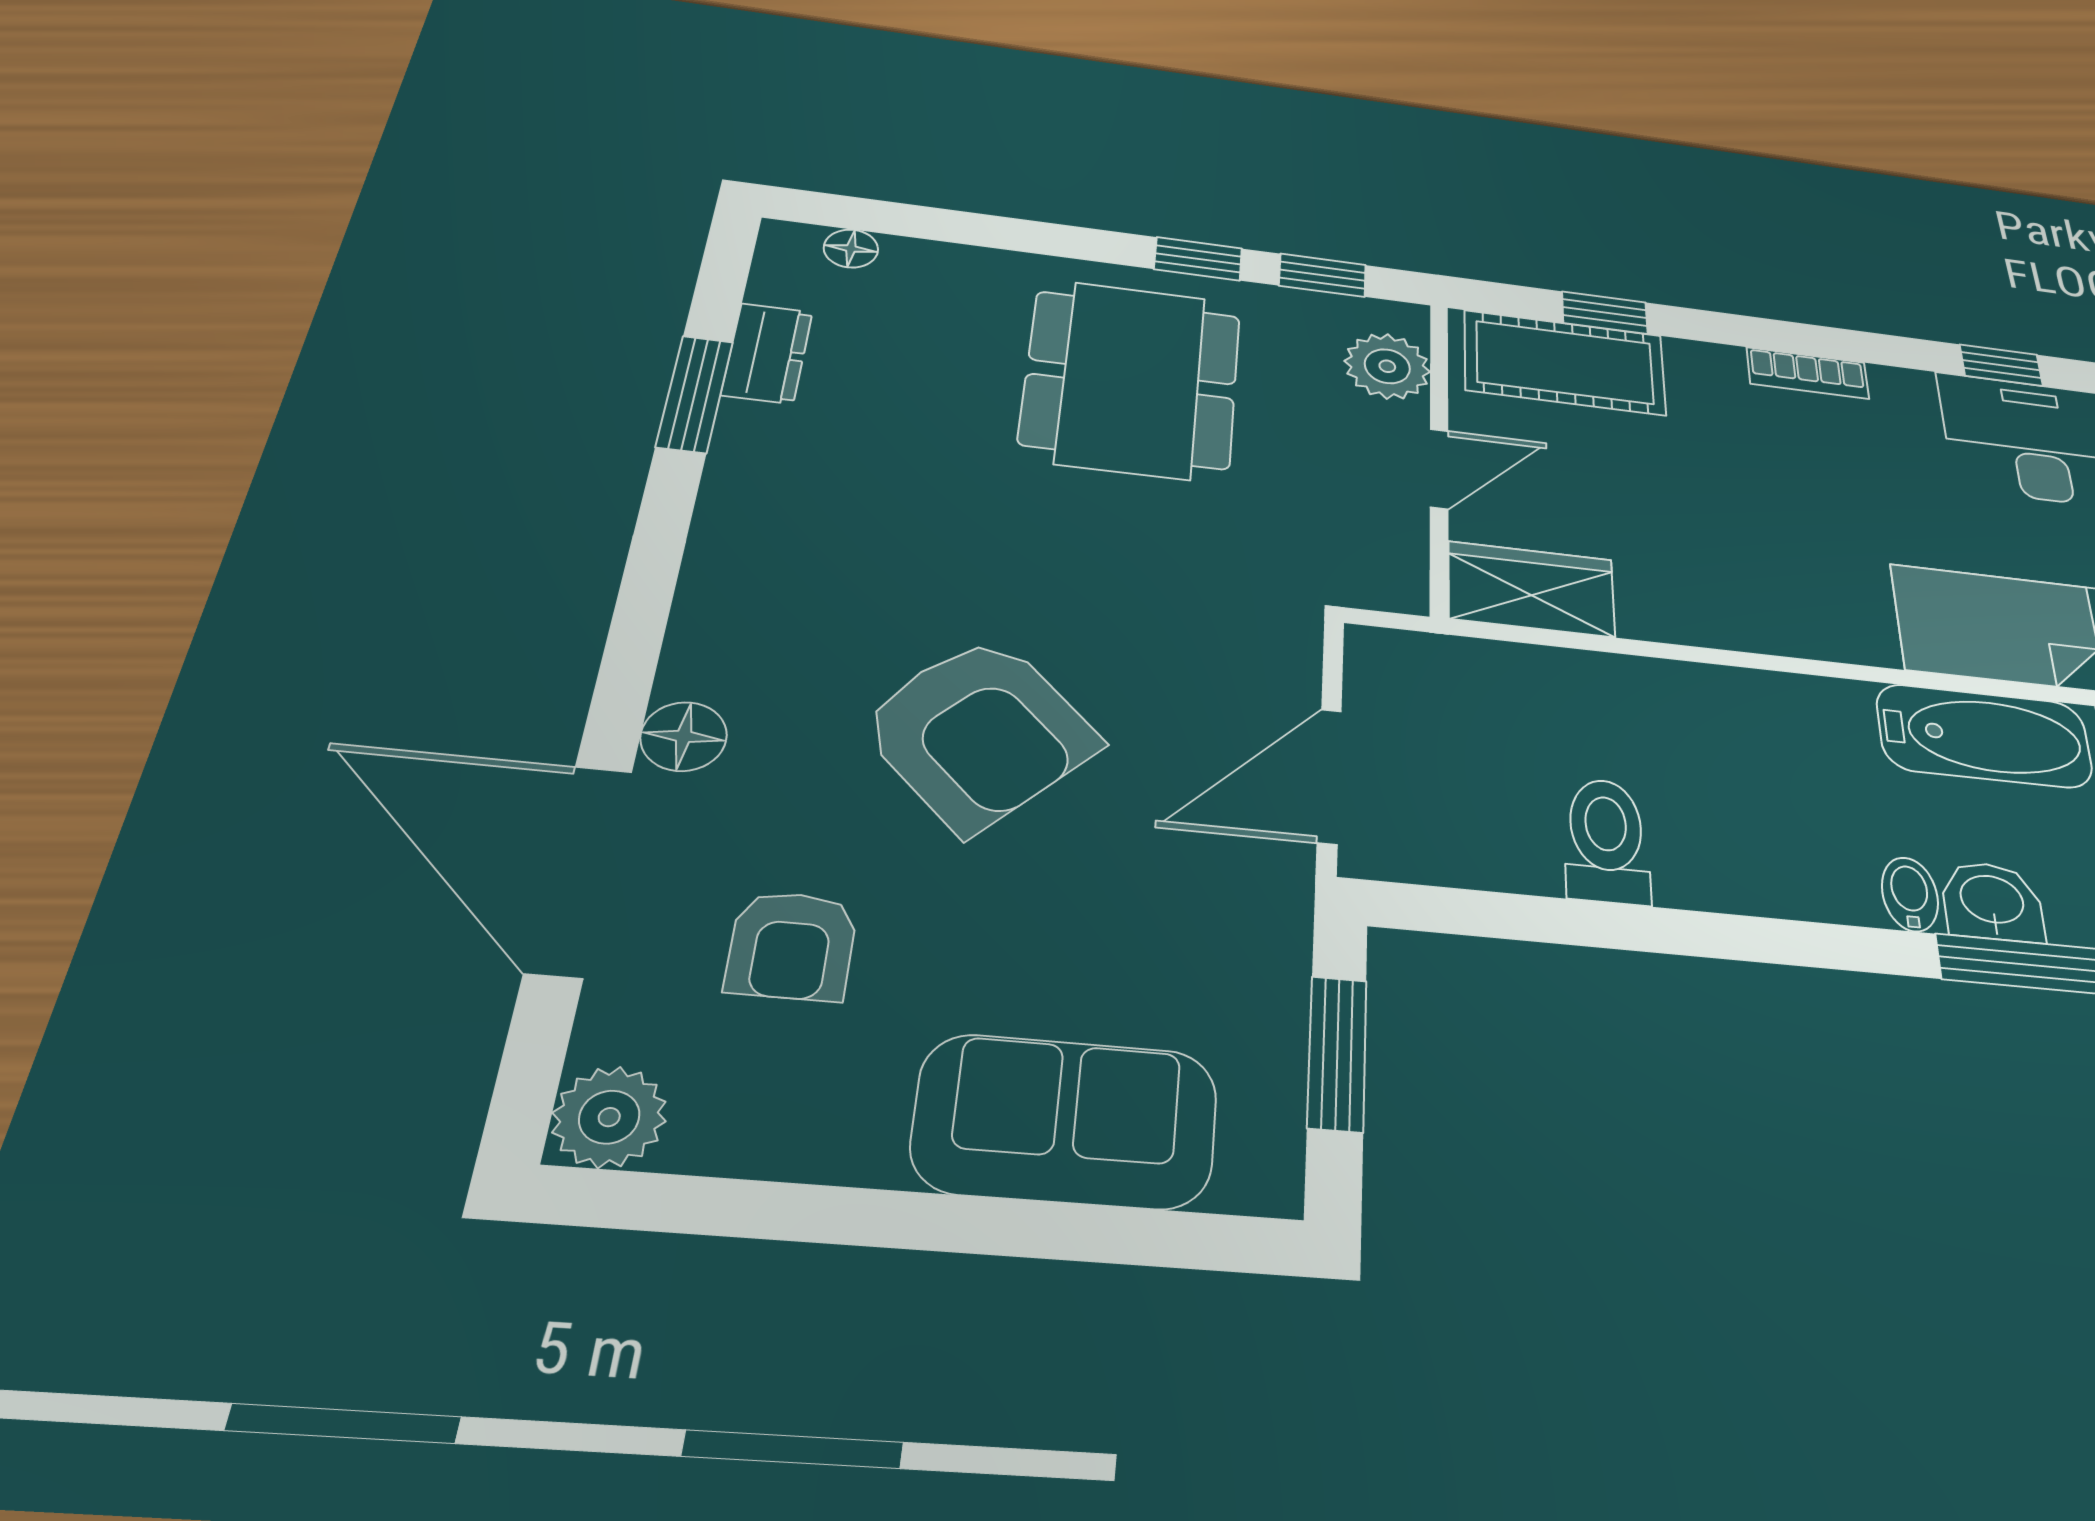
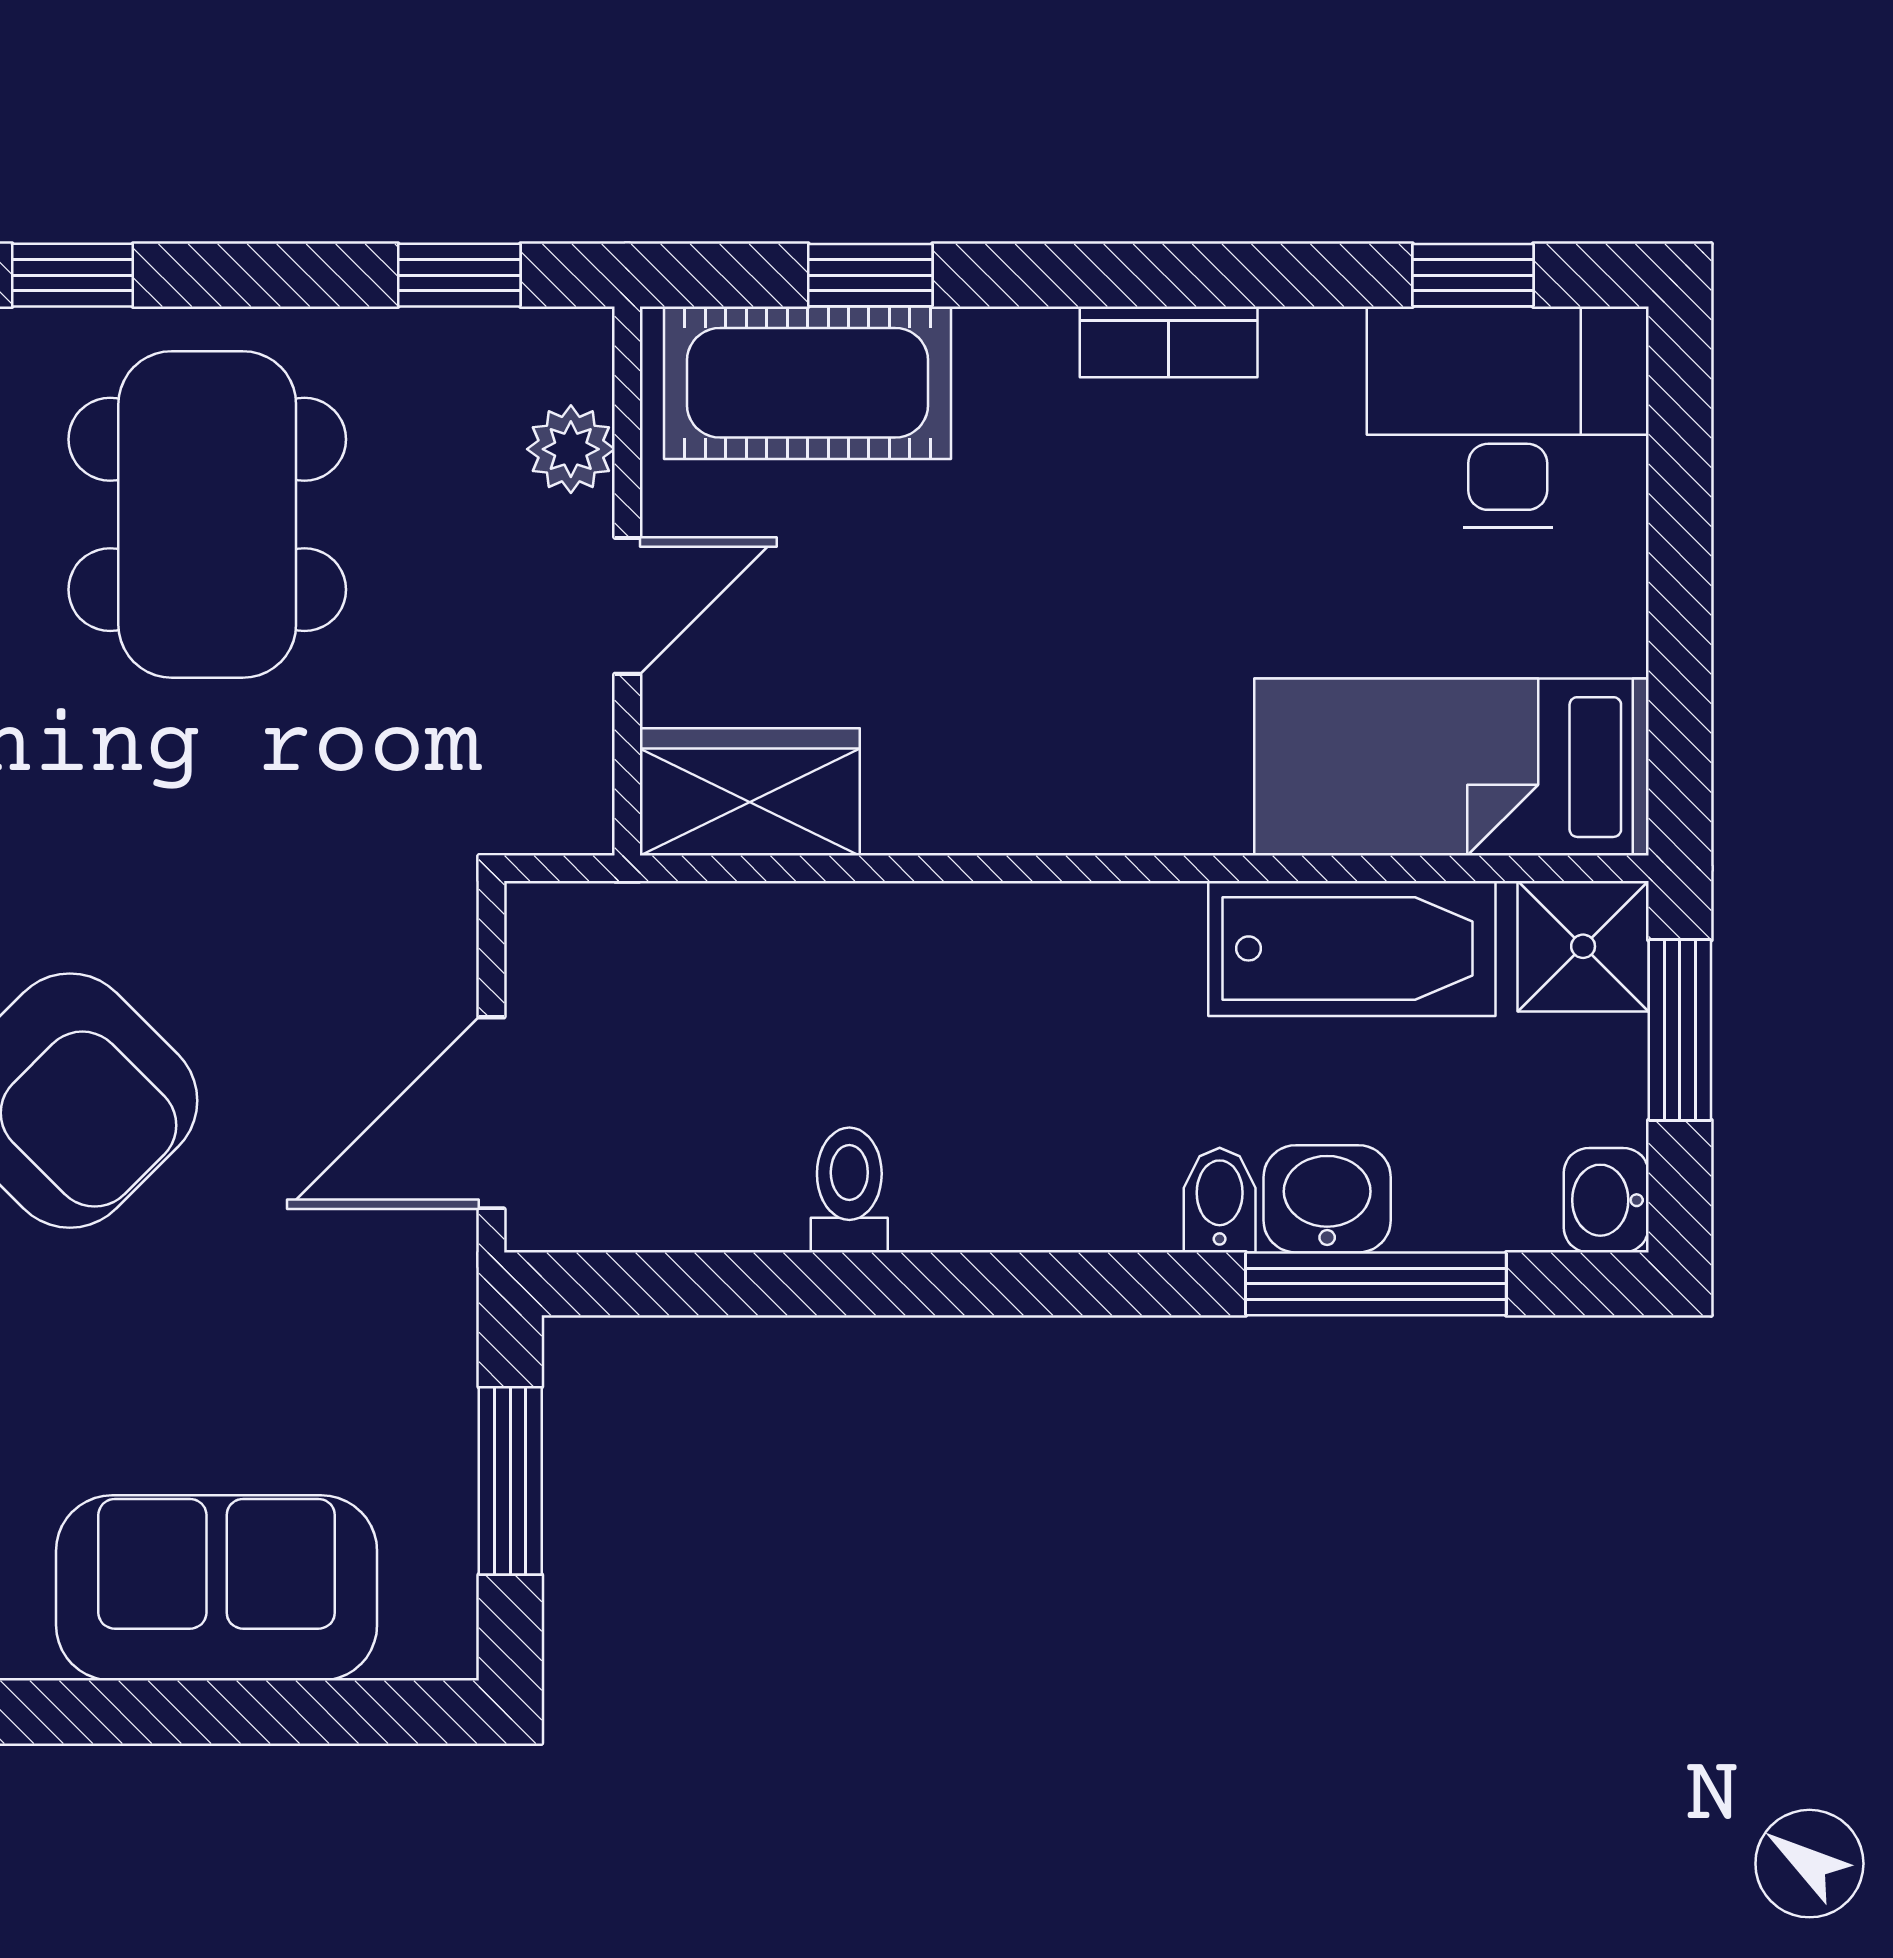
window: (1198, 259) -> (73, 275), moved
plant: (1387, 366) -> (571, 449), width x0.73, depth x0.73
toilet: (1606, 841) -> (849, 1190), width x0.73, depth x0.72

